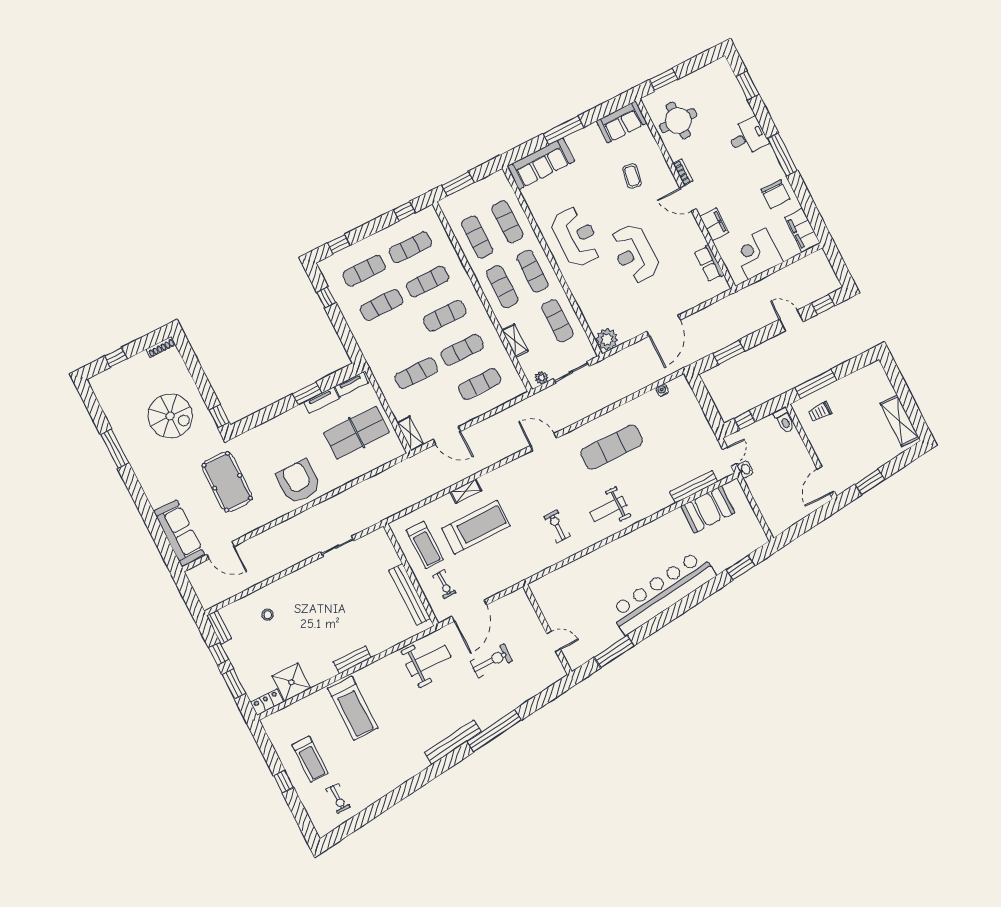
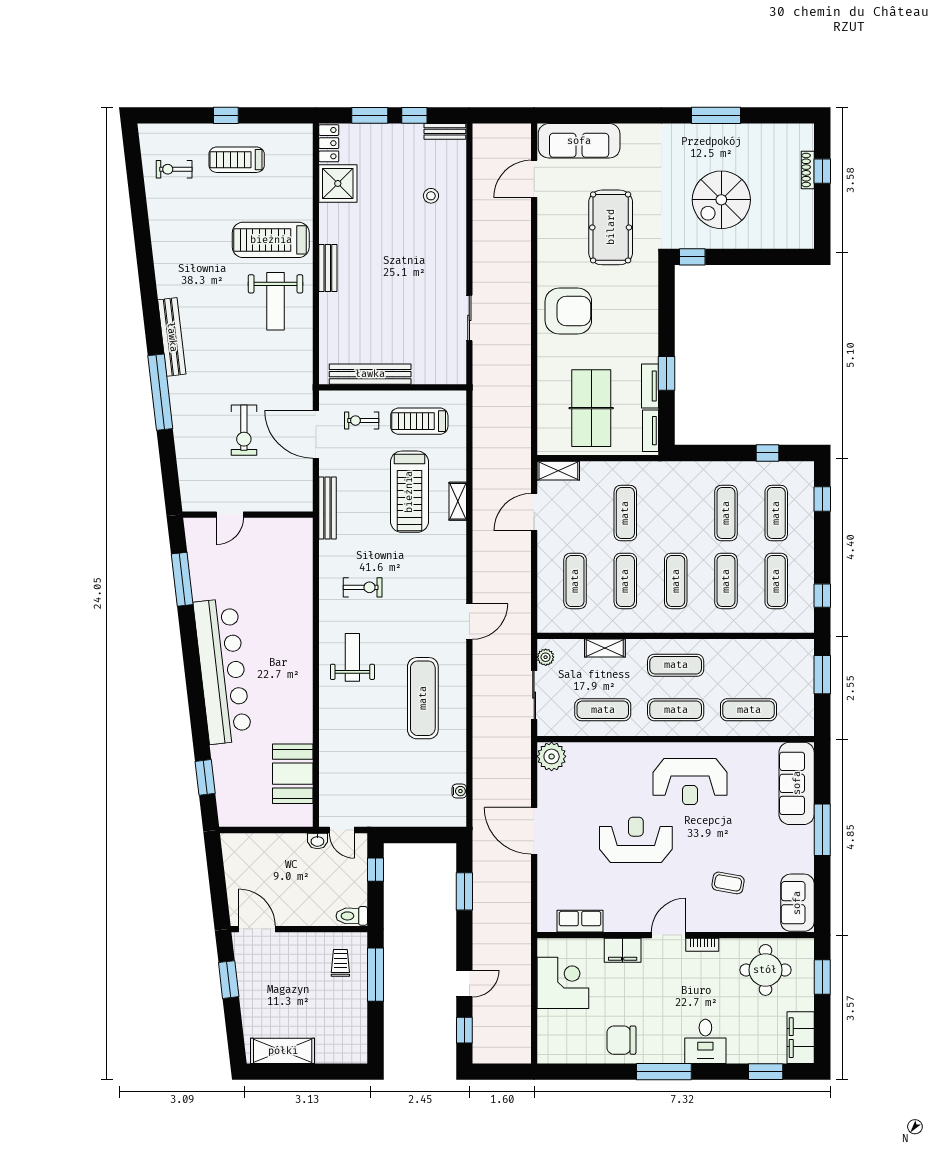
filing cabinet: (802, 230) -> (801, 1038), moved, turned -90
exercise mat: (477, 237) -> (749, 665), removed
shoe rack: (161, 347) -> (808, 170), moved
pool table: (227, 482) -> (611, 227), turned 90
bench: (694, 487) -> (328, 508), moved
weight bench: (428, 661) -> (276, 301), moved

